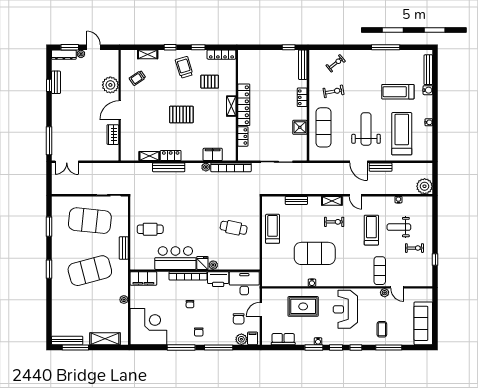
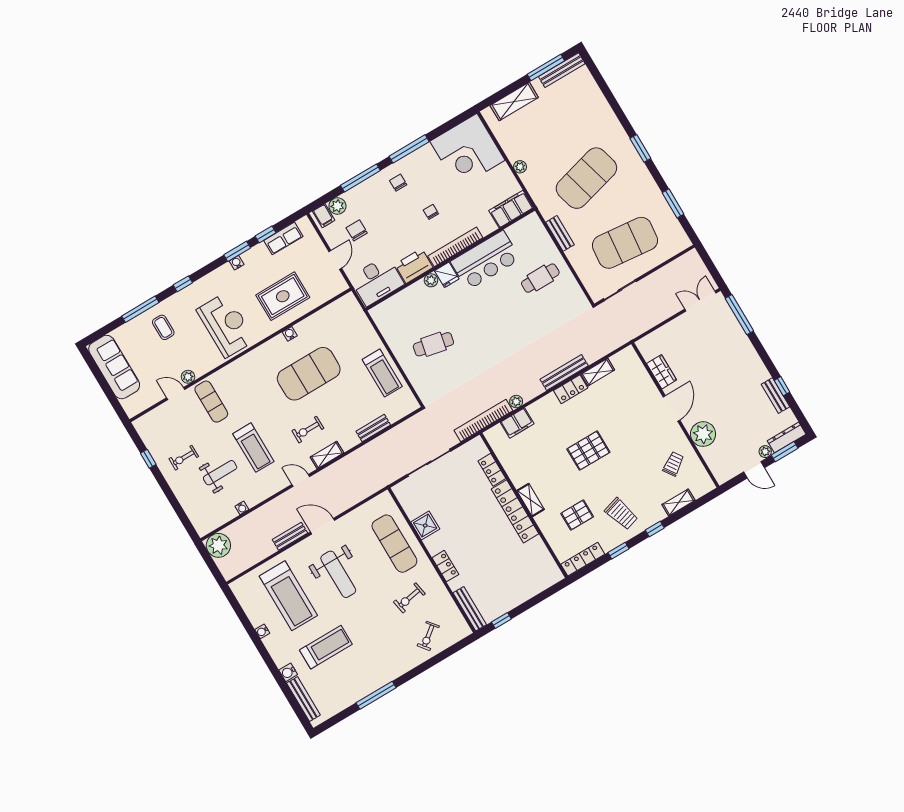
window: (336, 347) -> (266, 234), moved

